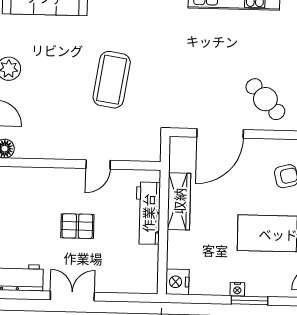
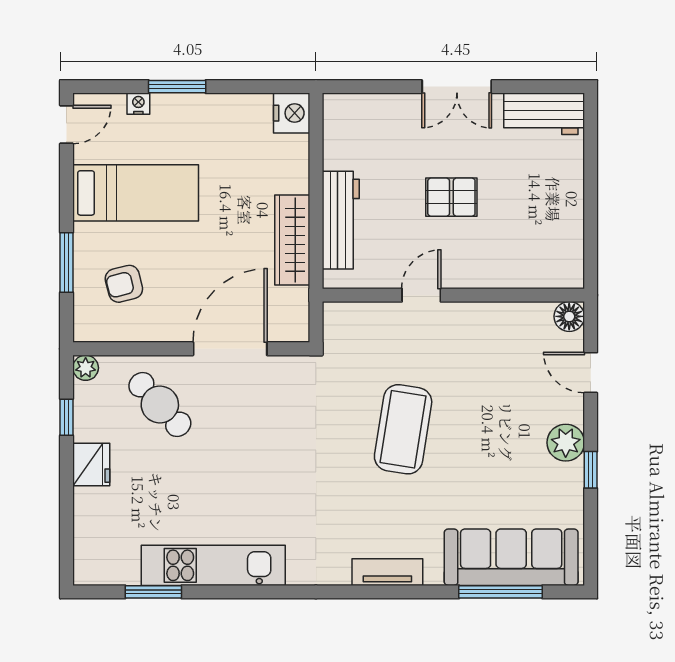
nightstand: (237, 289) -> (138, 104), moved

